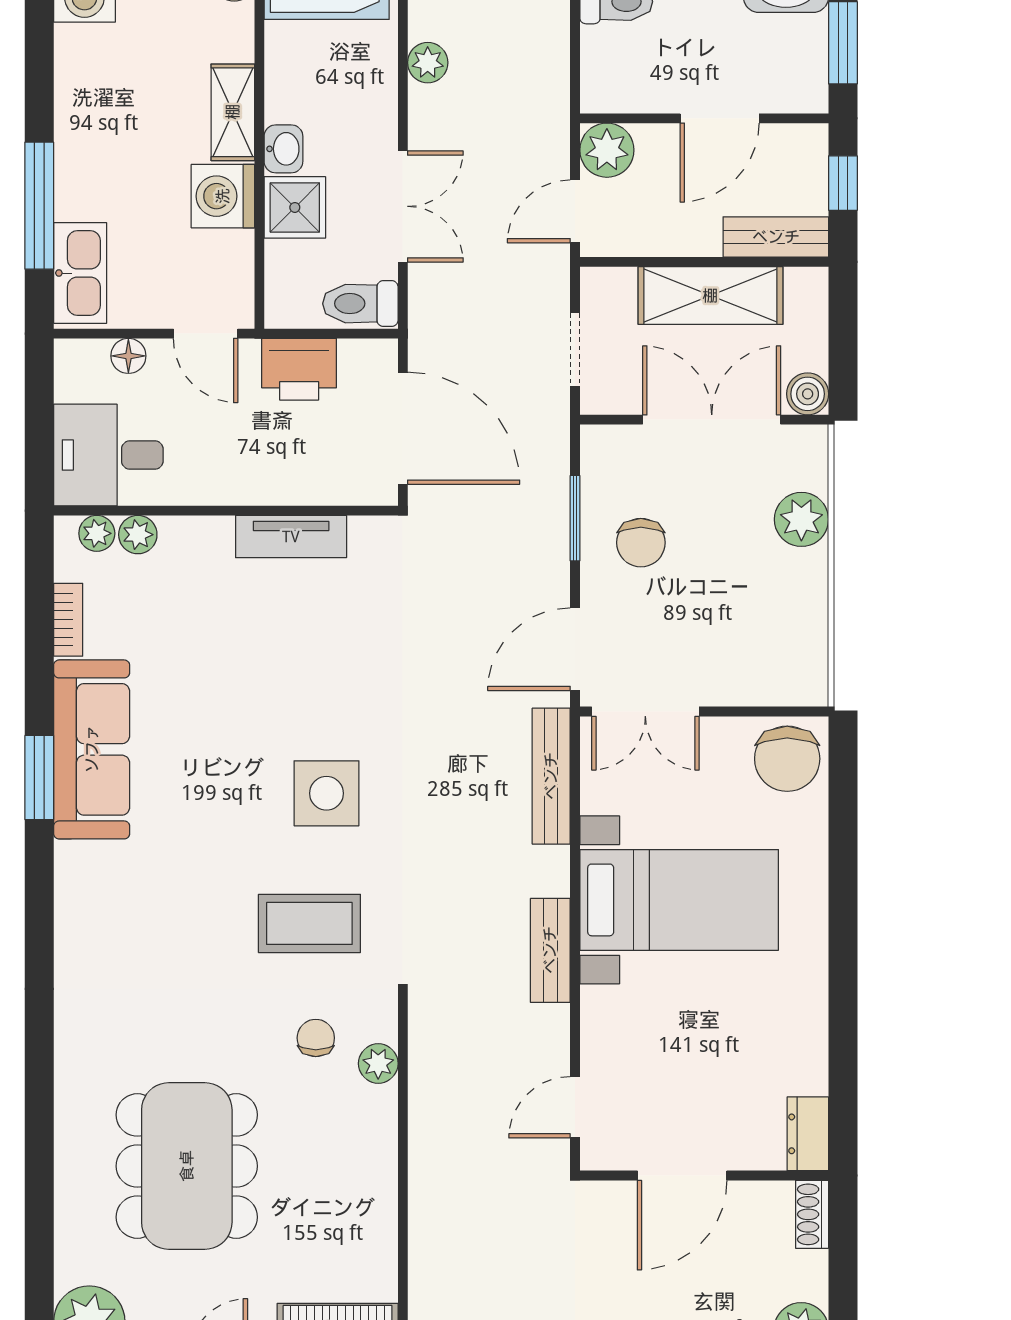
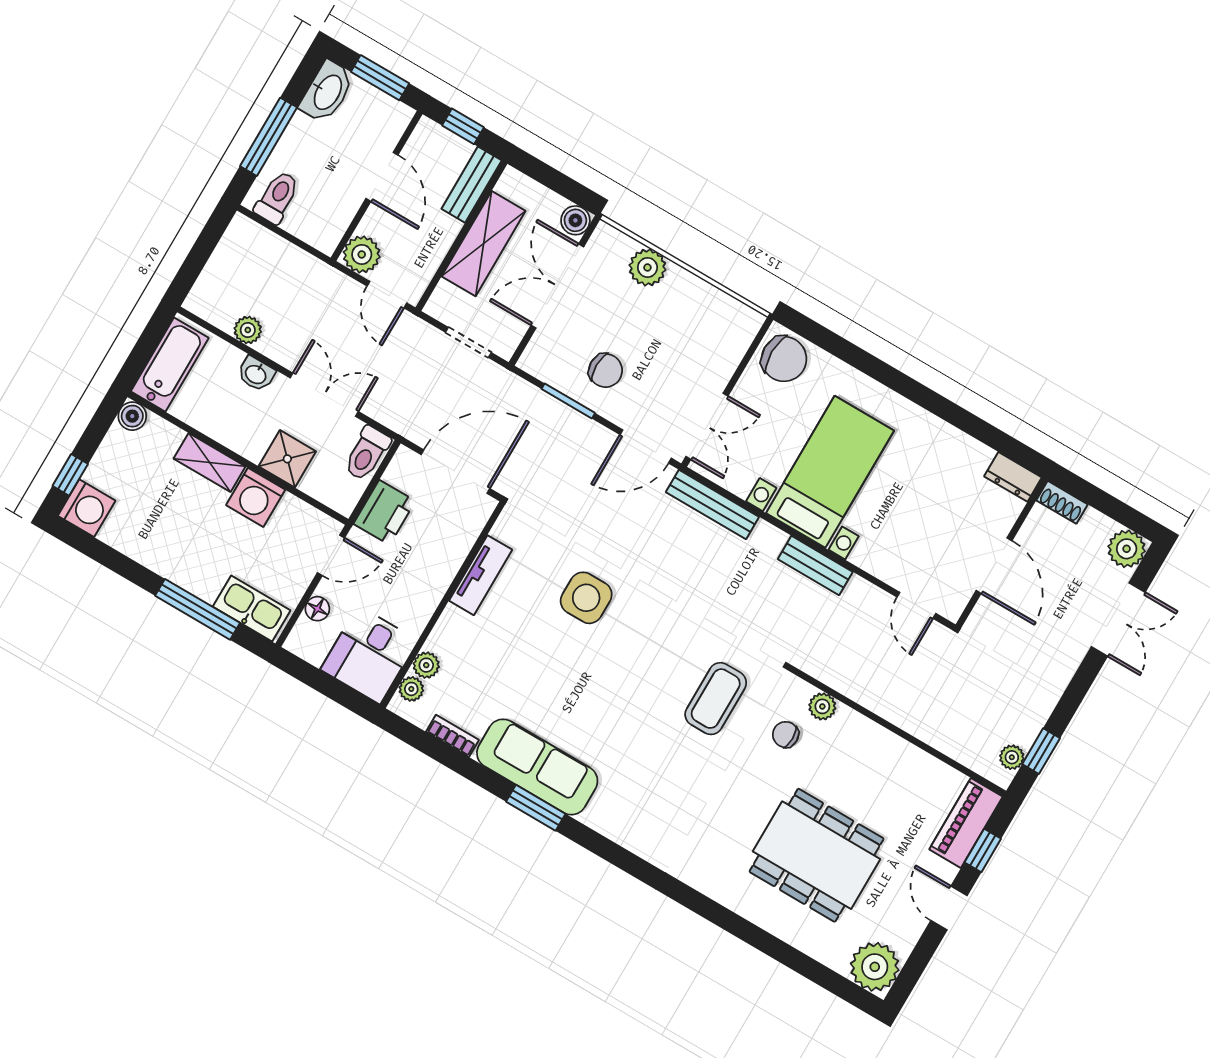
washbasin: (283, 149) -> (256, 374), moved, turned 180
door: (575, 649) -> (646, 446), hinge flipped
side table: (326, 793) -> (586, 598), moved

